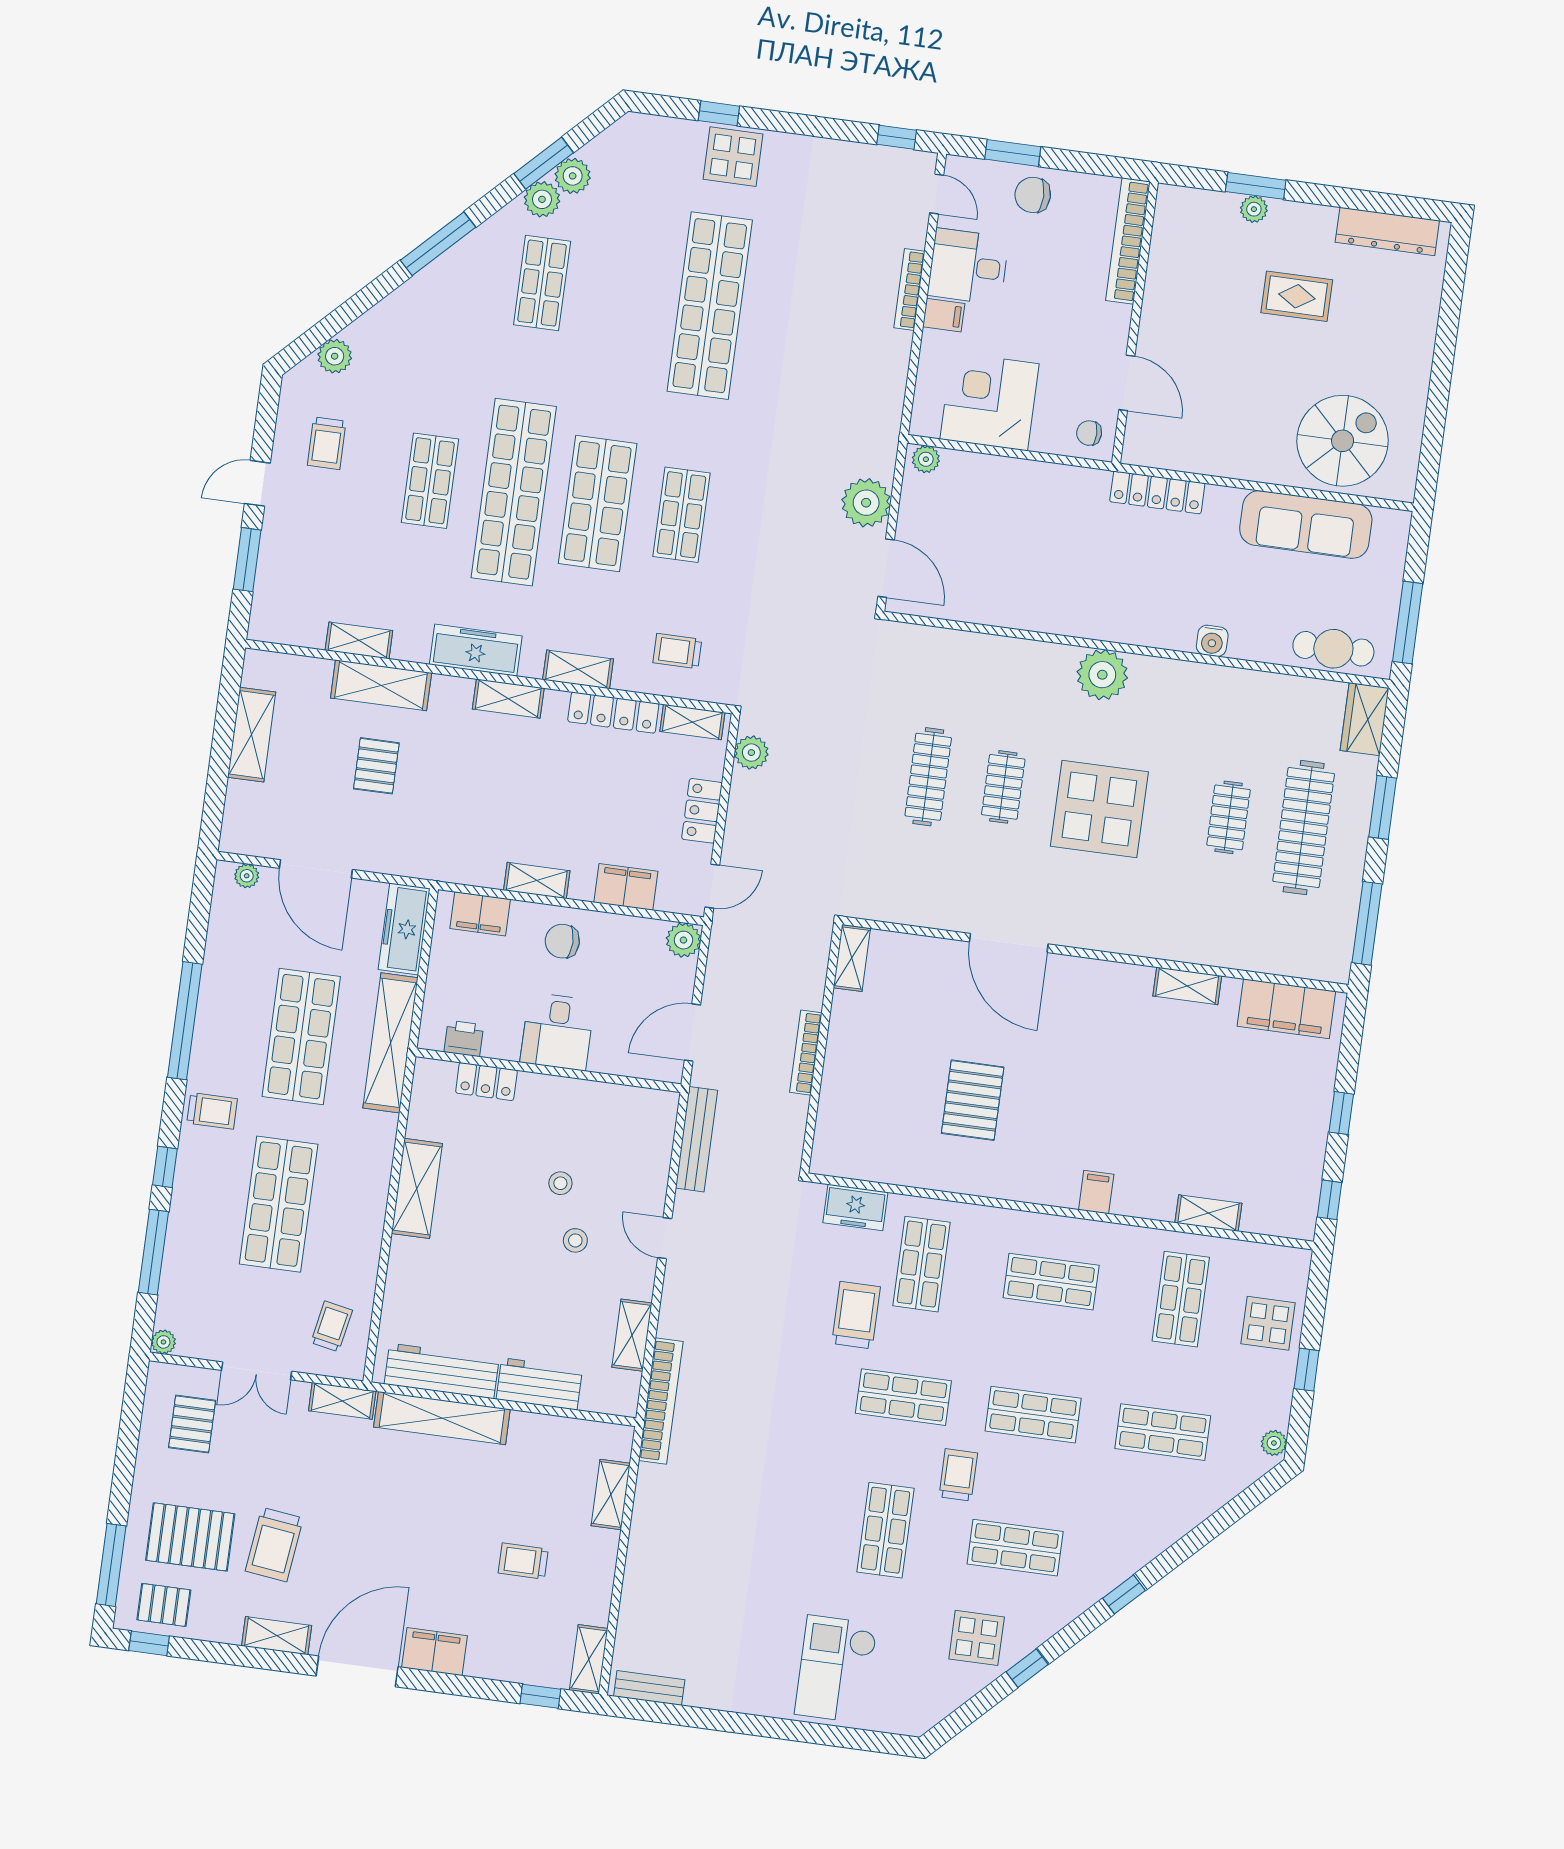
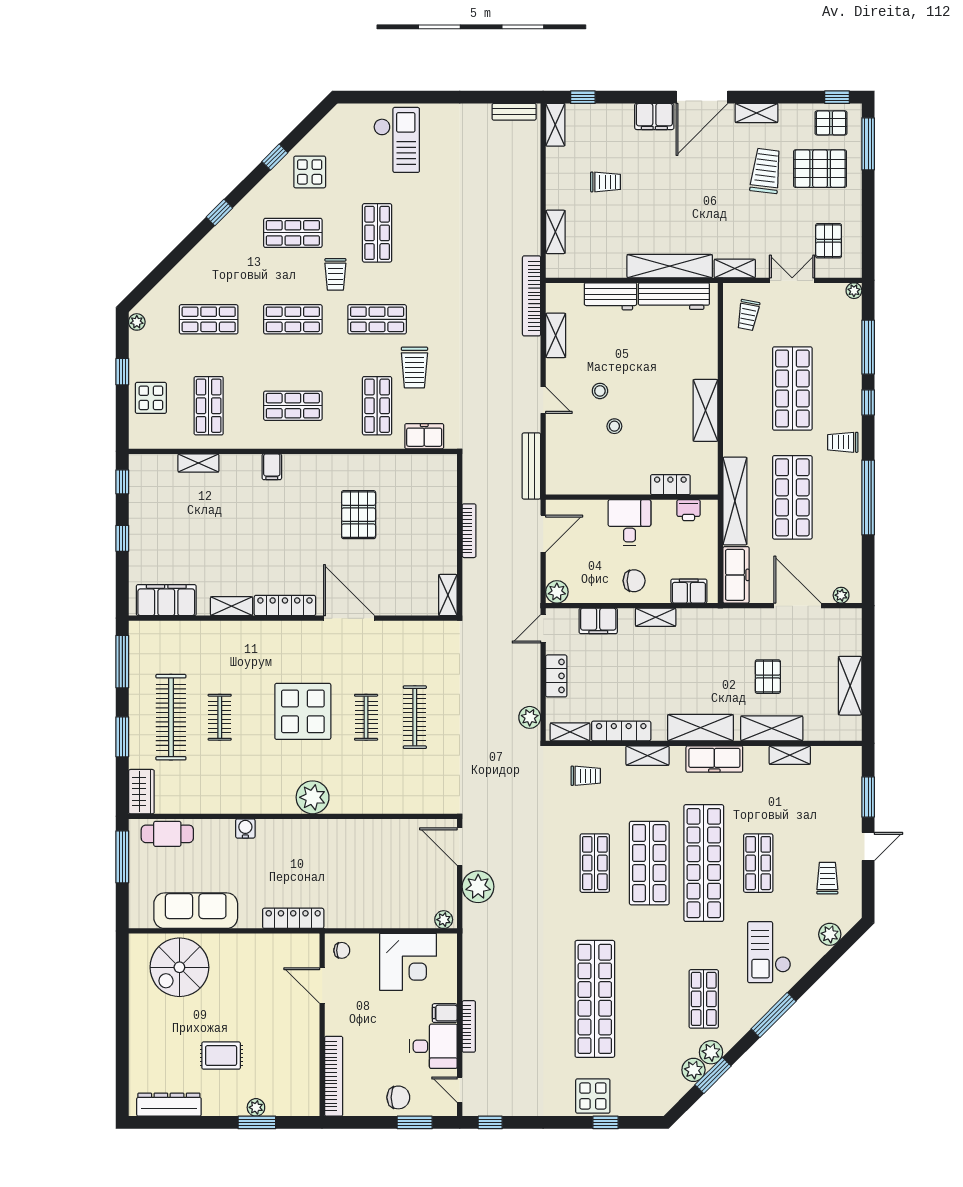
checkout: (432, 341) -> (769, 952), added
shelving: (508, 699) -> (700, 728), width x1.50, depth x1.33
locker: (1105, 976) -> (285, 605), added

